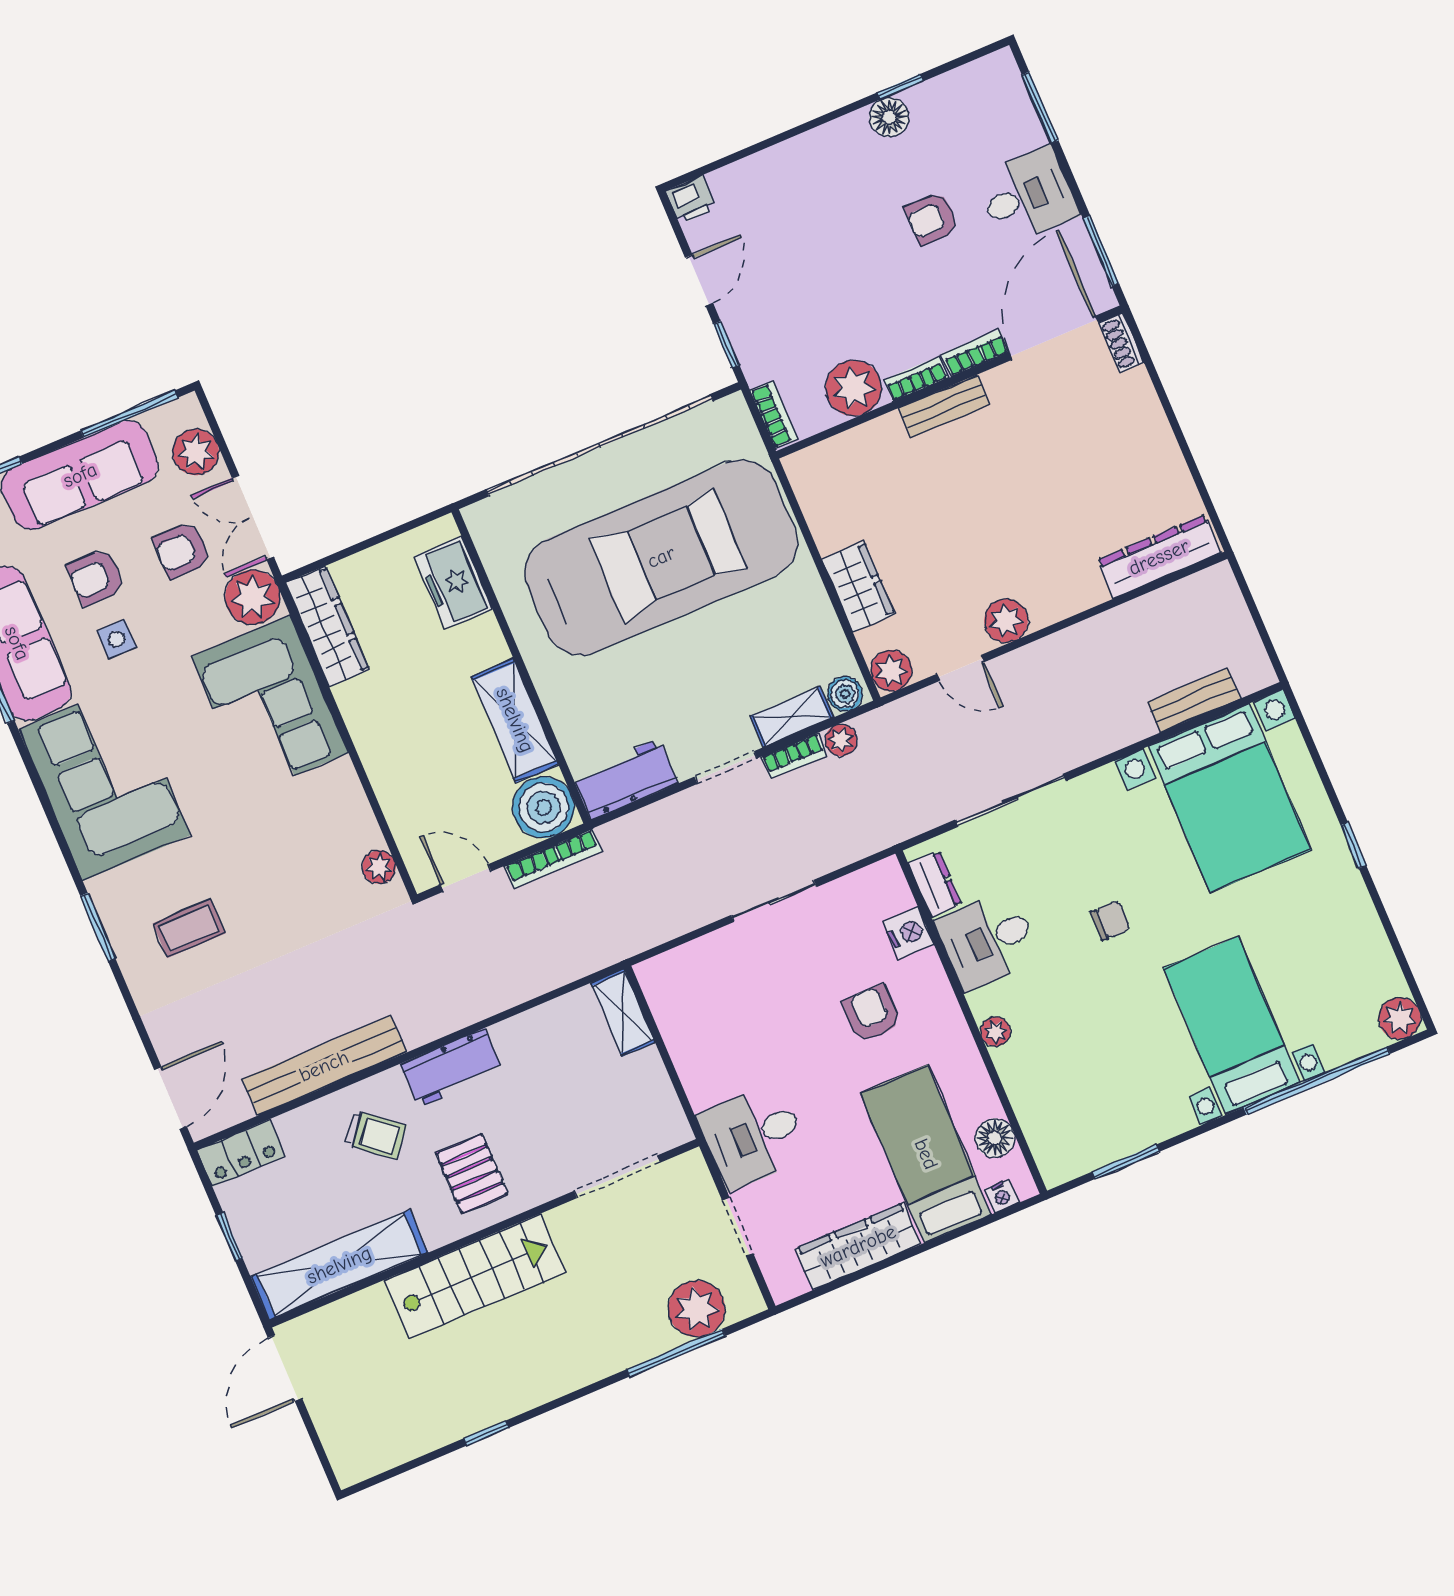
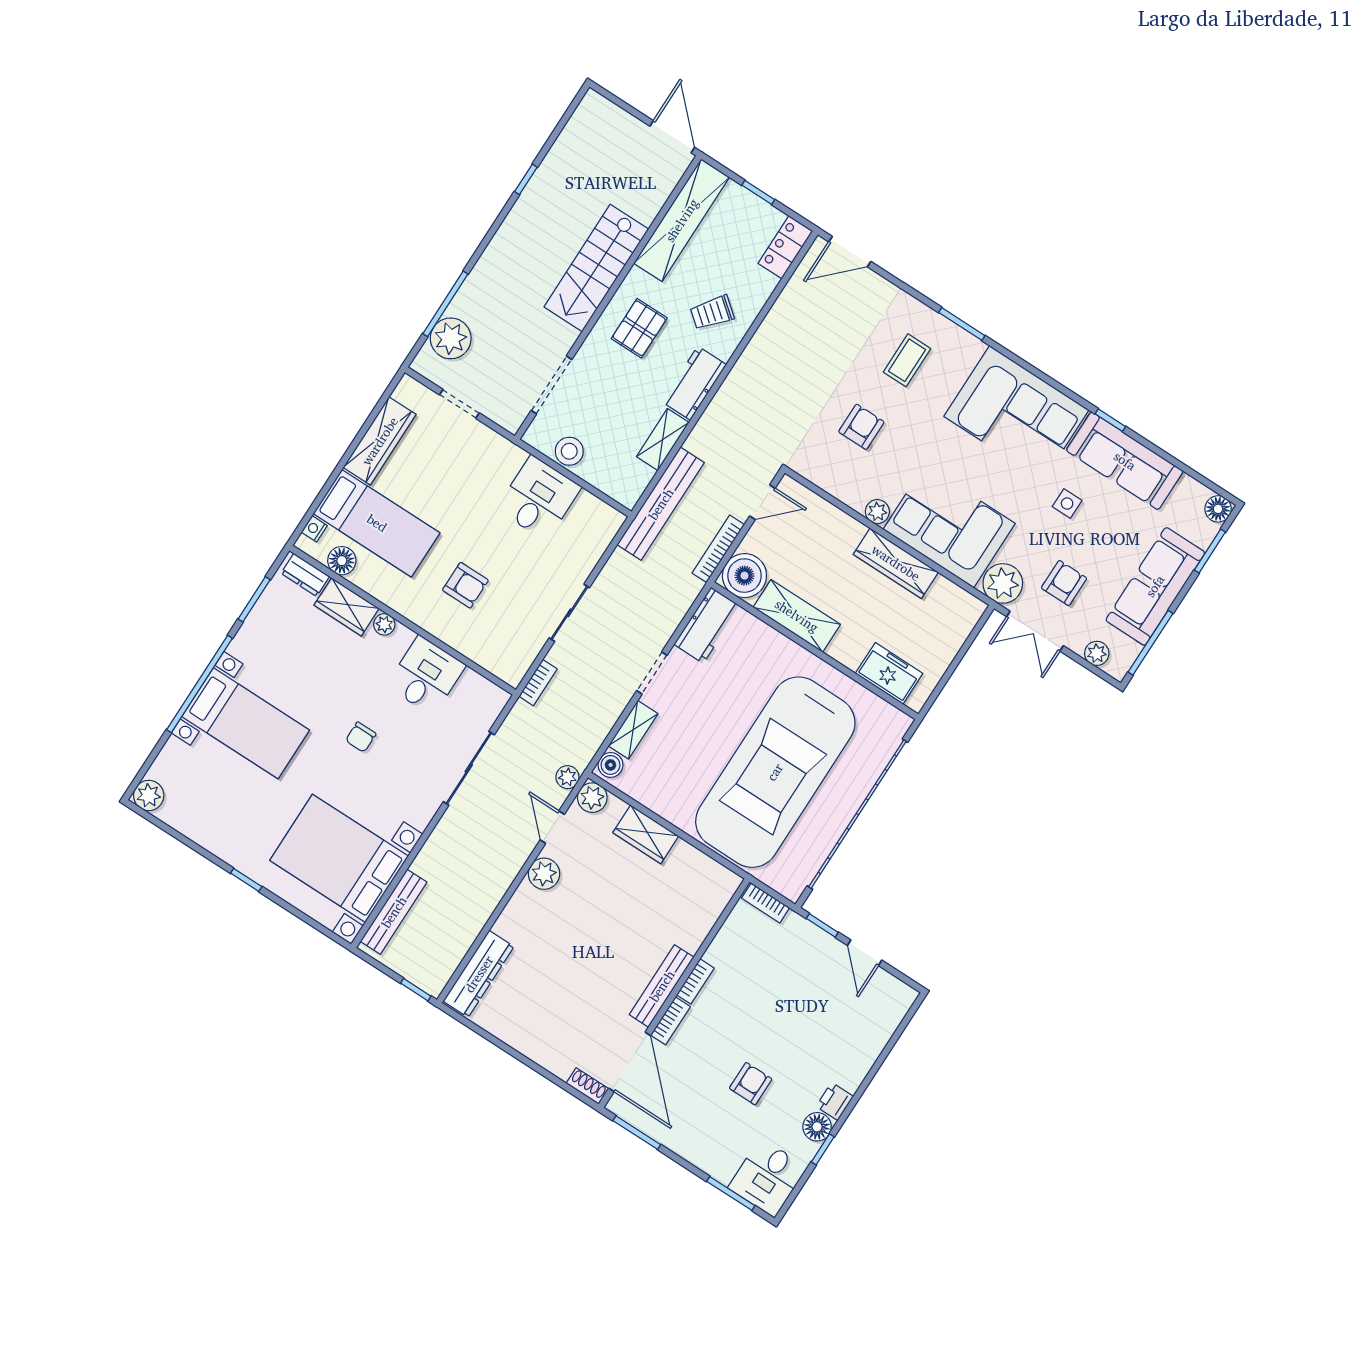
desk: (1027, 196) -> (767, 1178), moved
printer: (691, 200) -> (835, 1101), moved
plant: (854, 388) -> (729, 951), removed
bench: (944, 406) -> (662, 986), width x1.36
plant: (196, 452) -> (1097, 653), width x0.73, depth x0.73
double door: (253, 517) -> (1035, 631), swing flipped
armchair: (96, 577) -> (861, 427), moved
window: (1244, 587) -> (416, 990), added
wardrobe: (327, 626) -> (896, 563), moved
door: (960, 668) -> (552, 827), hinge flipped
bench: (1194, 700) -> (394, 912), width x1.36
plant: (841, 740) -> (567, 777), moved
bookcase: (794, 756) -> (538, 683), moved, turned 180
plant: (379, 867) -> (877, 512), moved
dresser: (935, 884) -> (305, 575), moved
nightstand: (908, 933) -> (476, 648), removed
shelving: (623, 1013) -> (663, 439), moved, turned 90
bench: (324, 1066) -> (661, 504), moved
wardrobe: (1025, 1081) -> (347, 607), added
window: (1317, 1081) -> (199, 684), moved
stool: (648, 1087) -> (569, 451), added
door: (170, 1098) -> (850, 252), hinge flipped
desk: (753, 1136) -> (539, 498), moved
pallet: (472, 1174) -> (639, 328), turned 90

